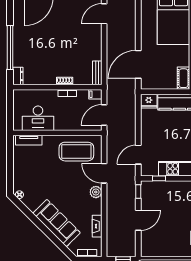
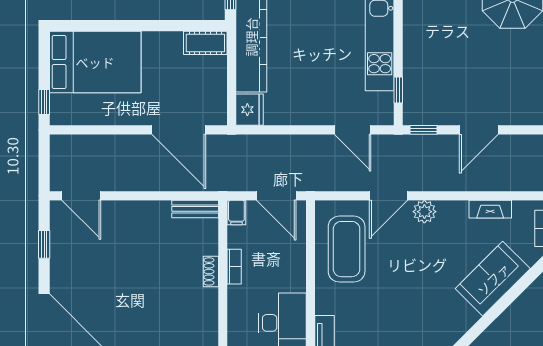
door: (138, 220) -> (479, 130), swing flipped
sofa: (57, 223) -> (493, 279), width x0.73

